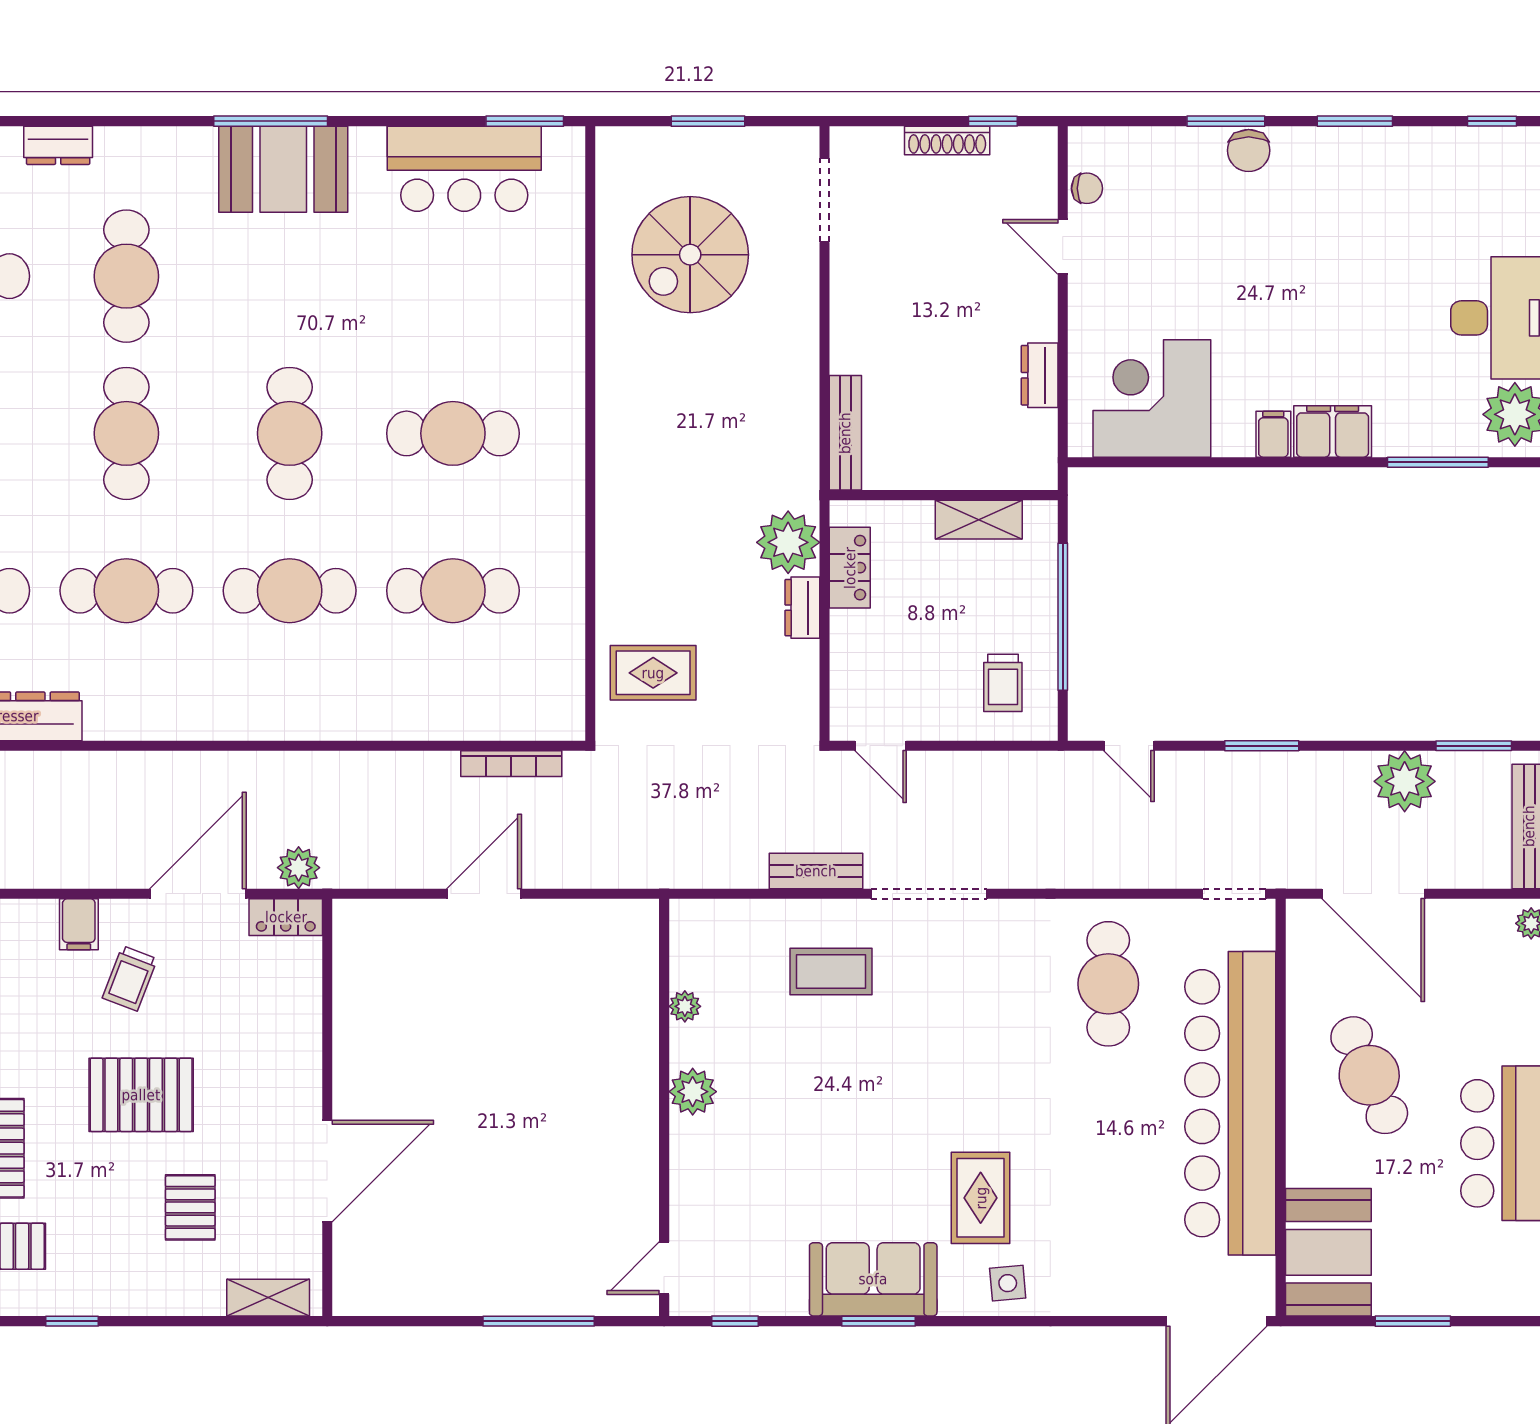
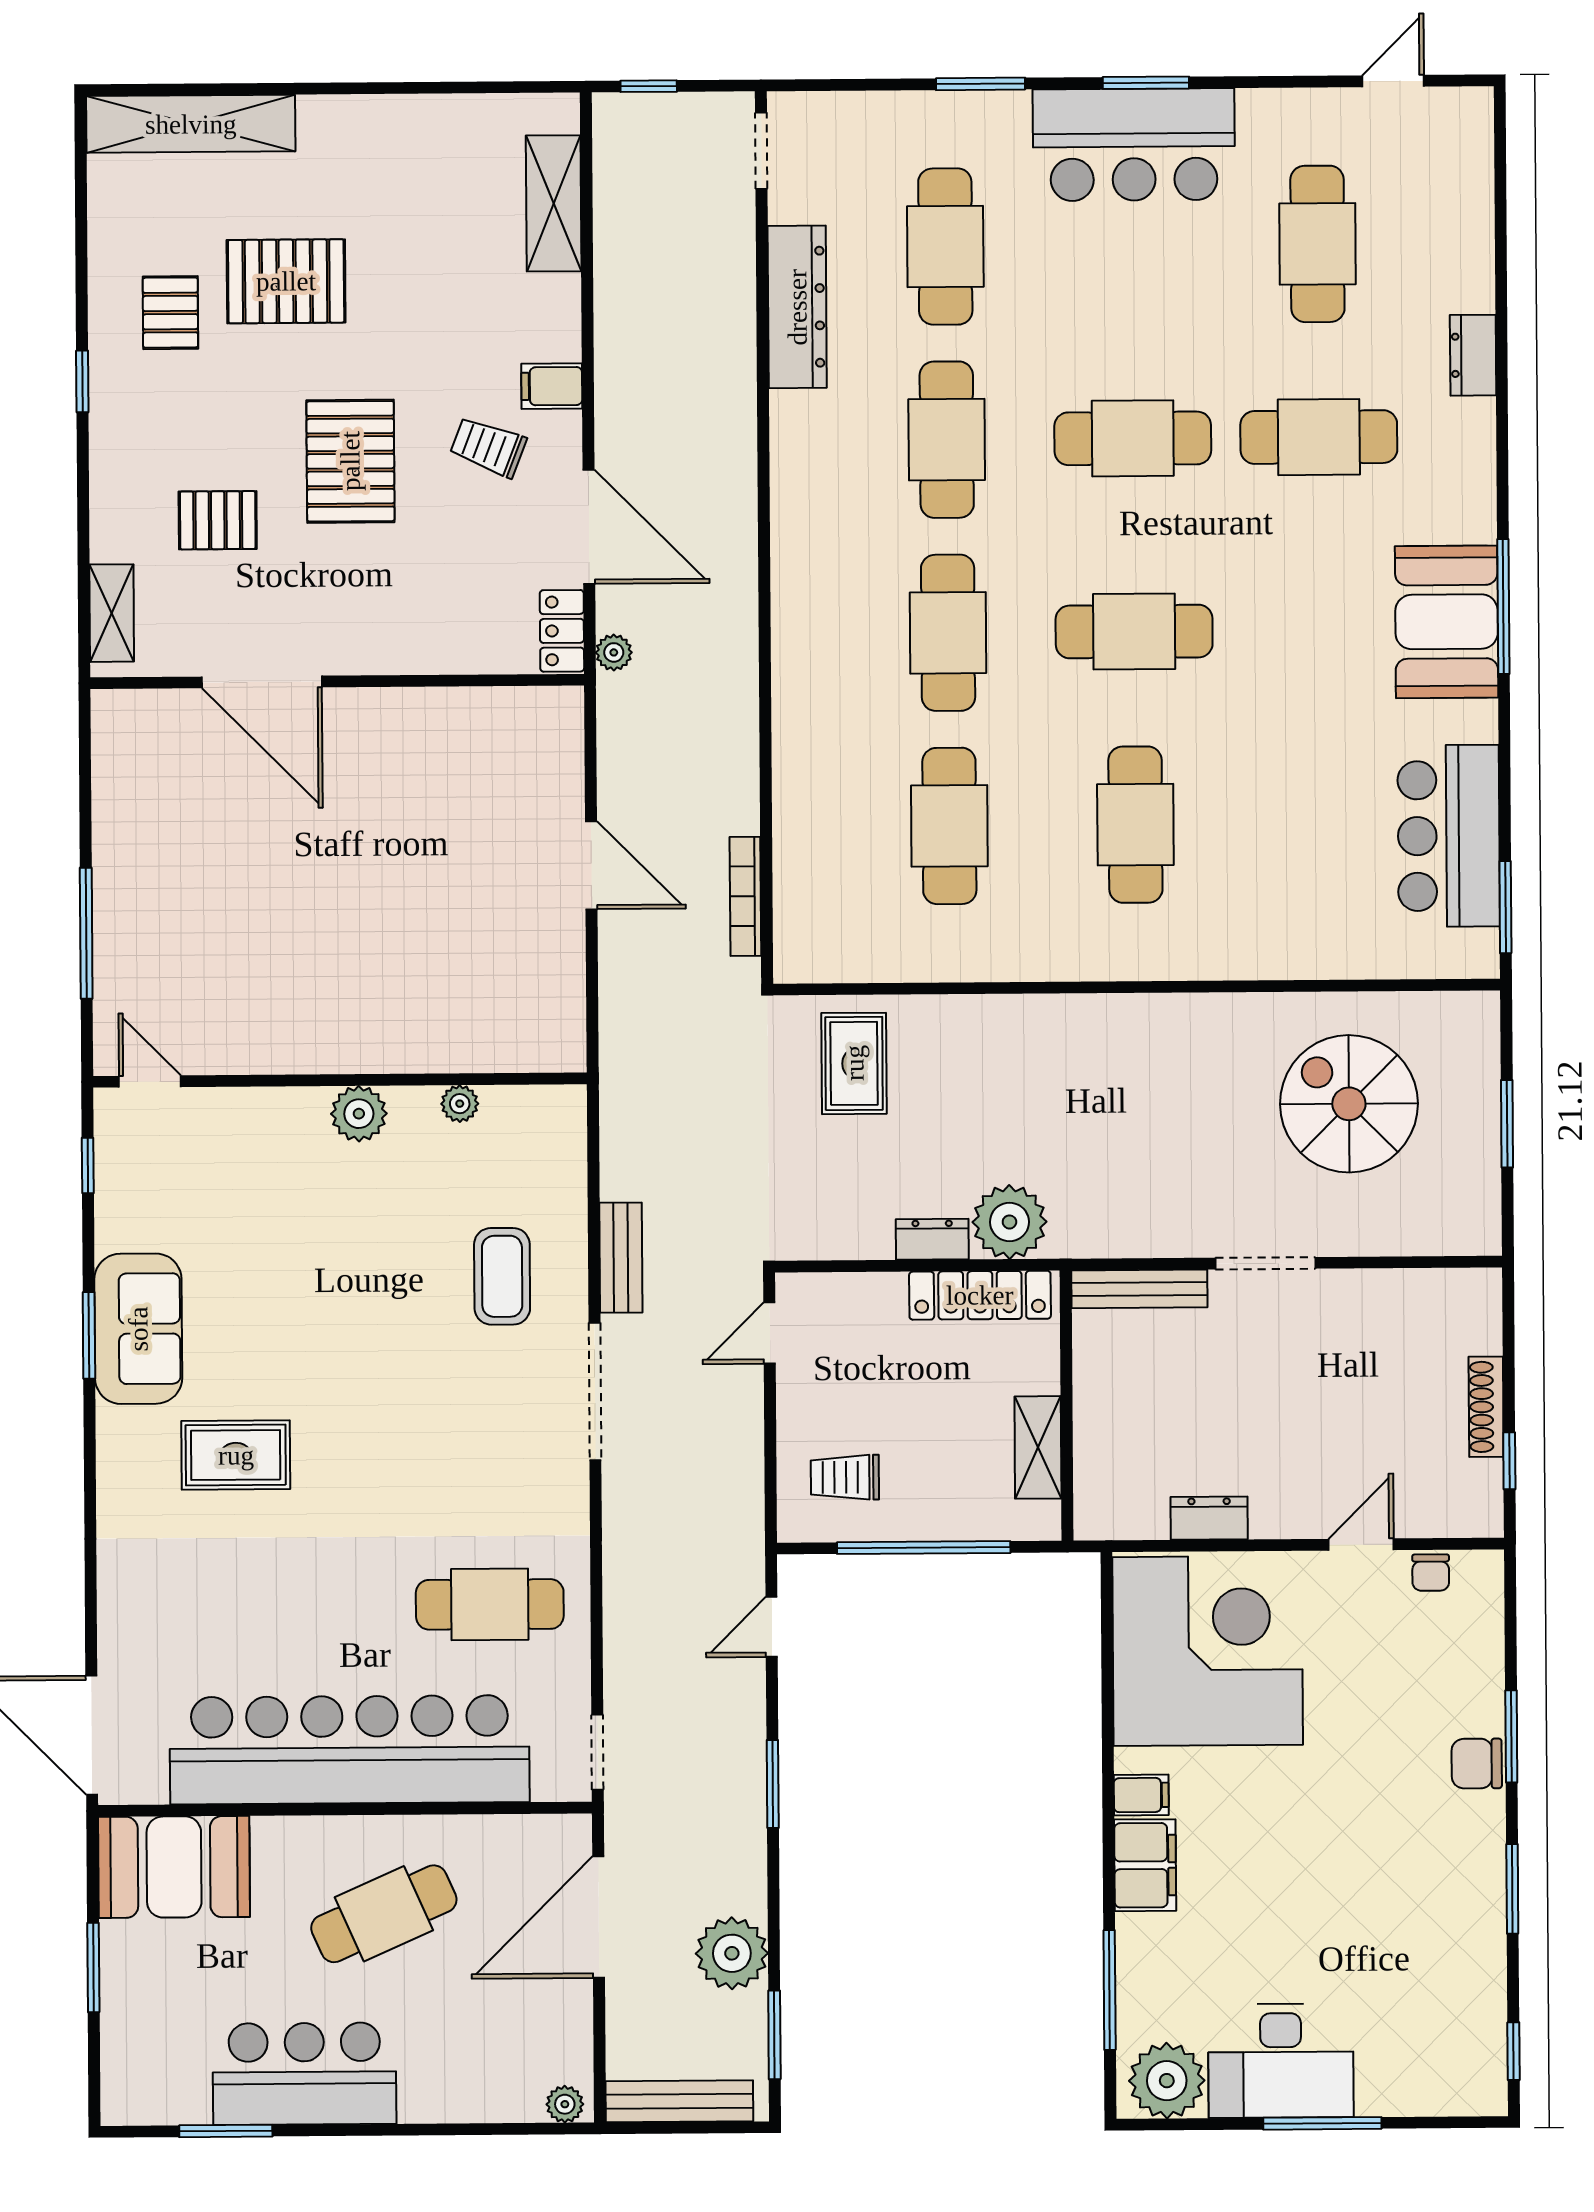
doorway: (824, 200) -> (1265, 1263), moved
corner desk: (1152, 399) -> (1208, 1651), width x1.36, depth x1.36
locker: (850, 568) -> (980, 1295), width x1.53
plant: (299, 868) -> (614, 652), width x0.73, depth x0.73
side table: (1008, 1283) -> (135, 1488), removed

